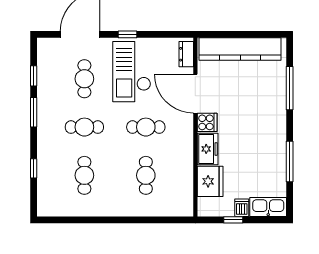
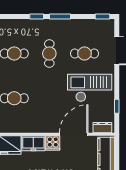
window: (128, 34) -> (117, 106), moved
window: (34, 76) -> (102, 17), moved
cafe table: (146, 127) -> (49, 98), removed
window: (34, 168) -> (37, 17), moved

